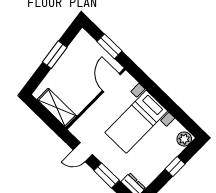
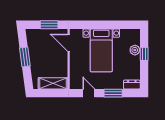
plant: (184, 139) -> (135, 50), moved
door: (83, 152) -> (89, 93), swing flipped

